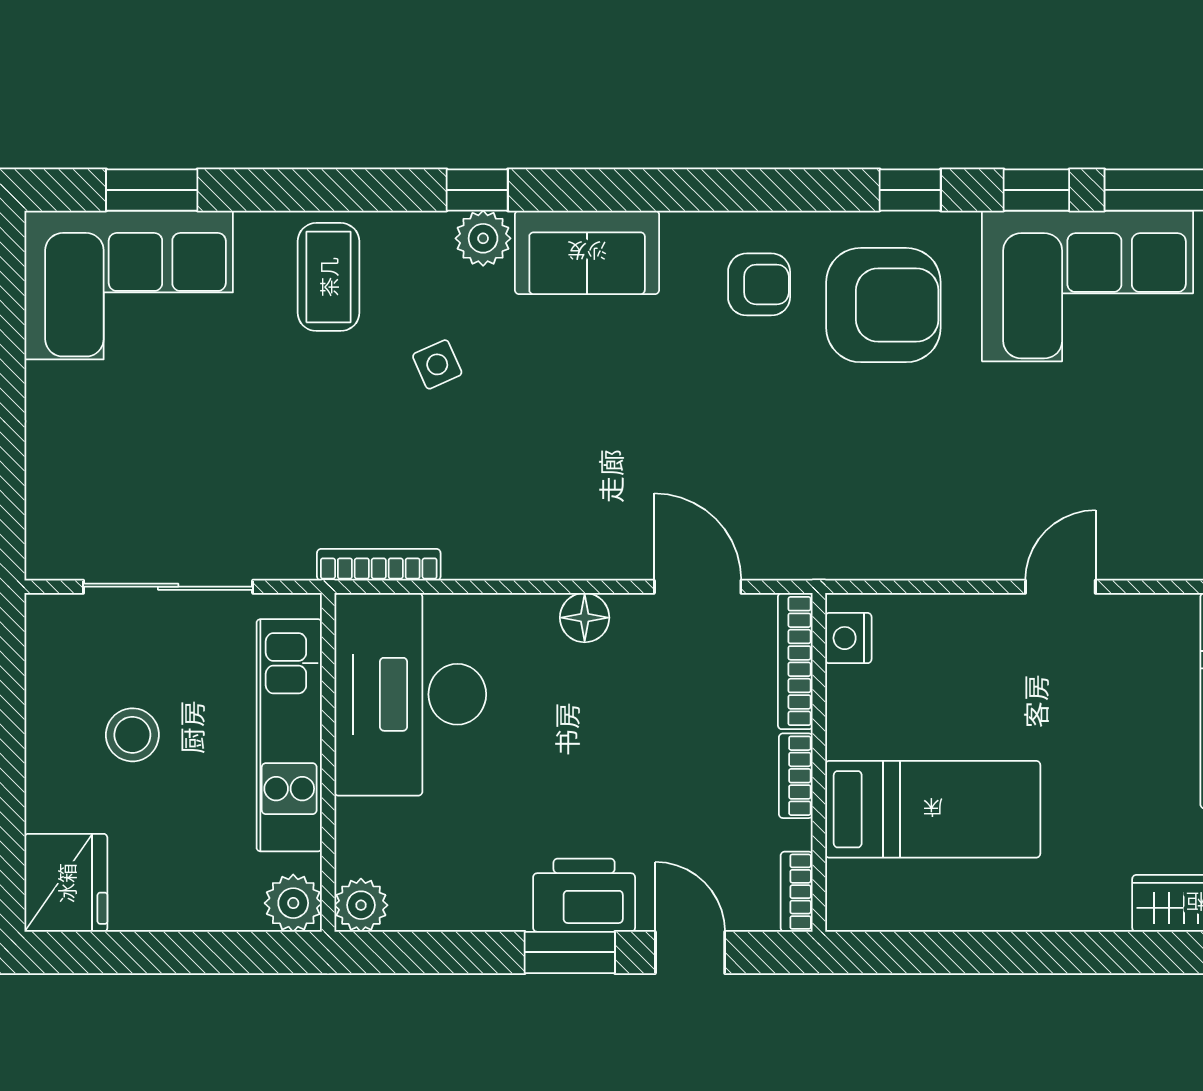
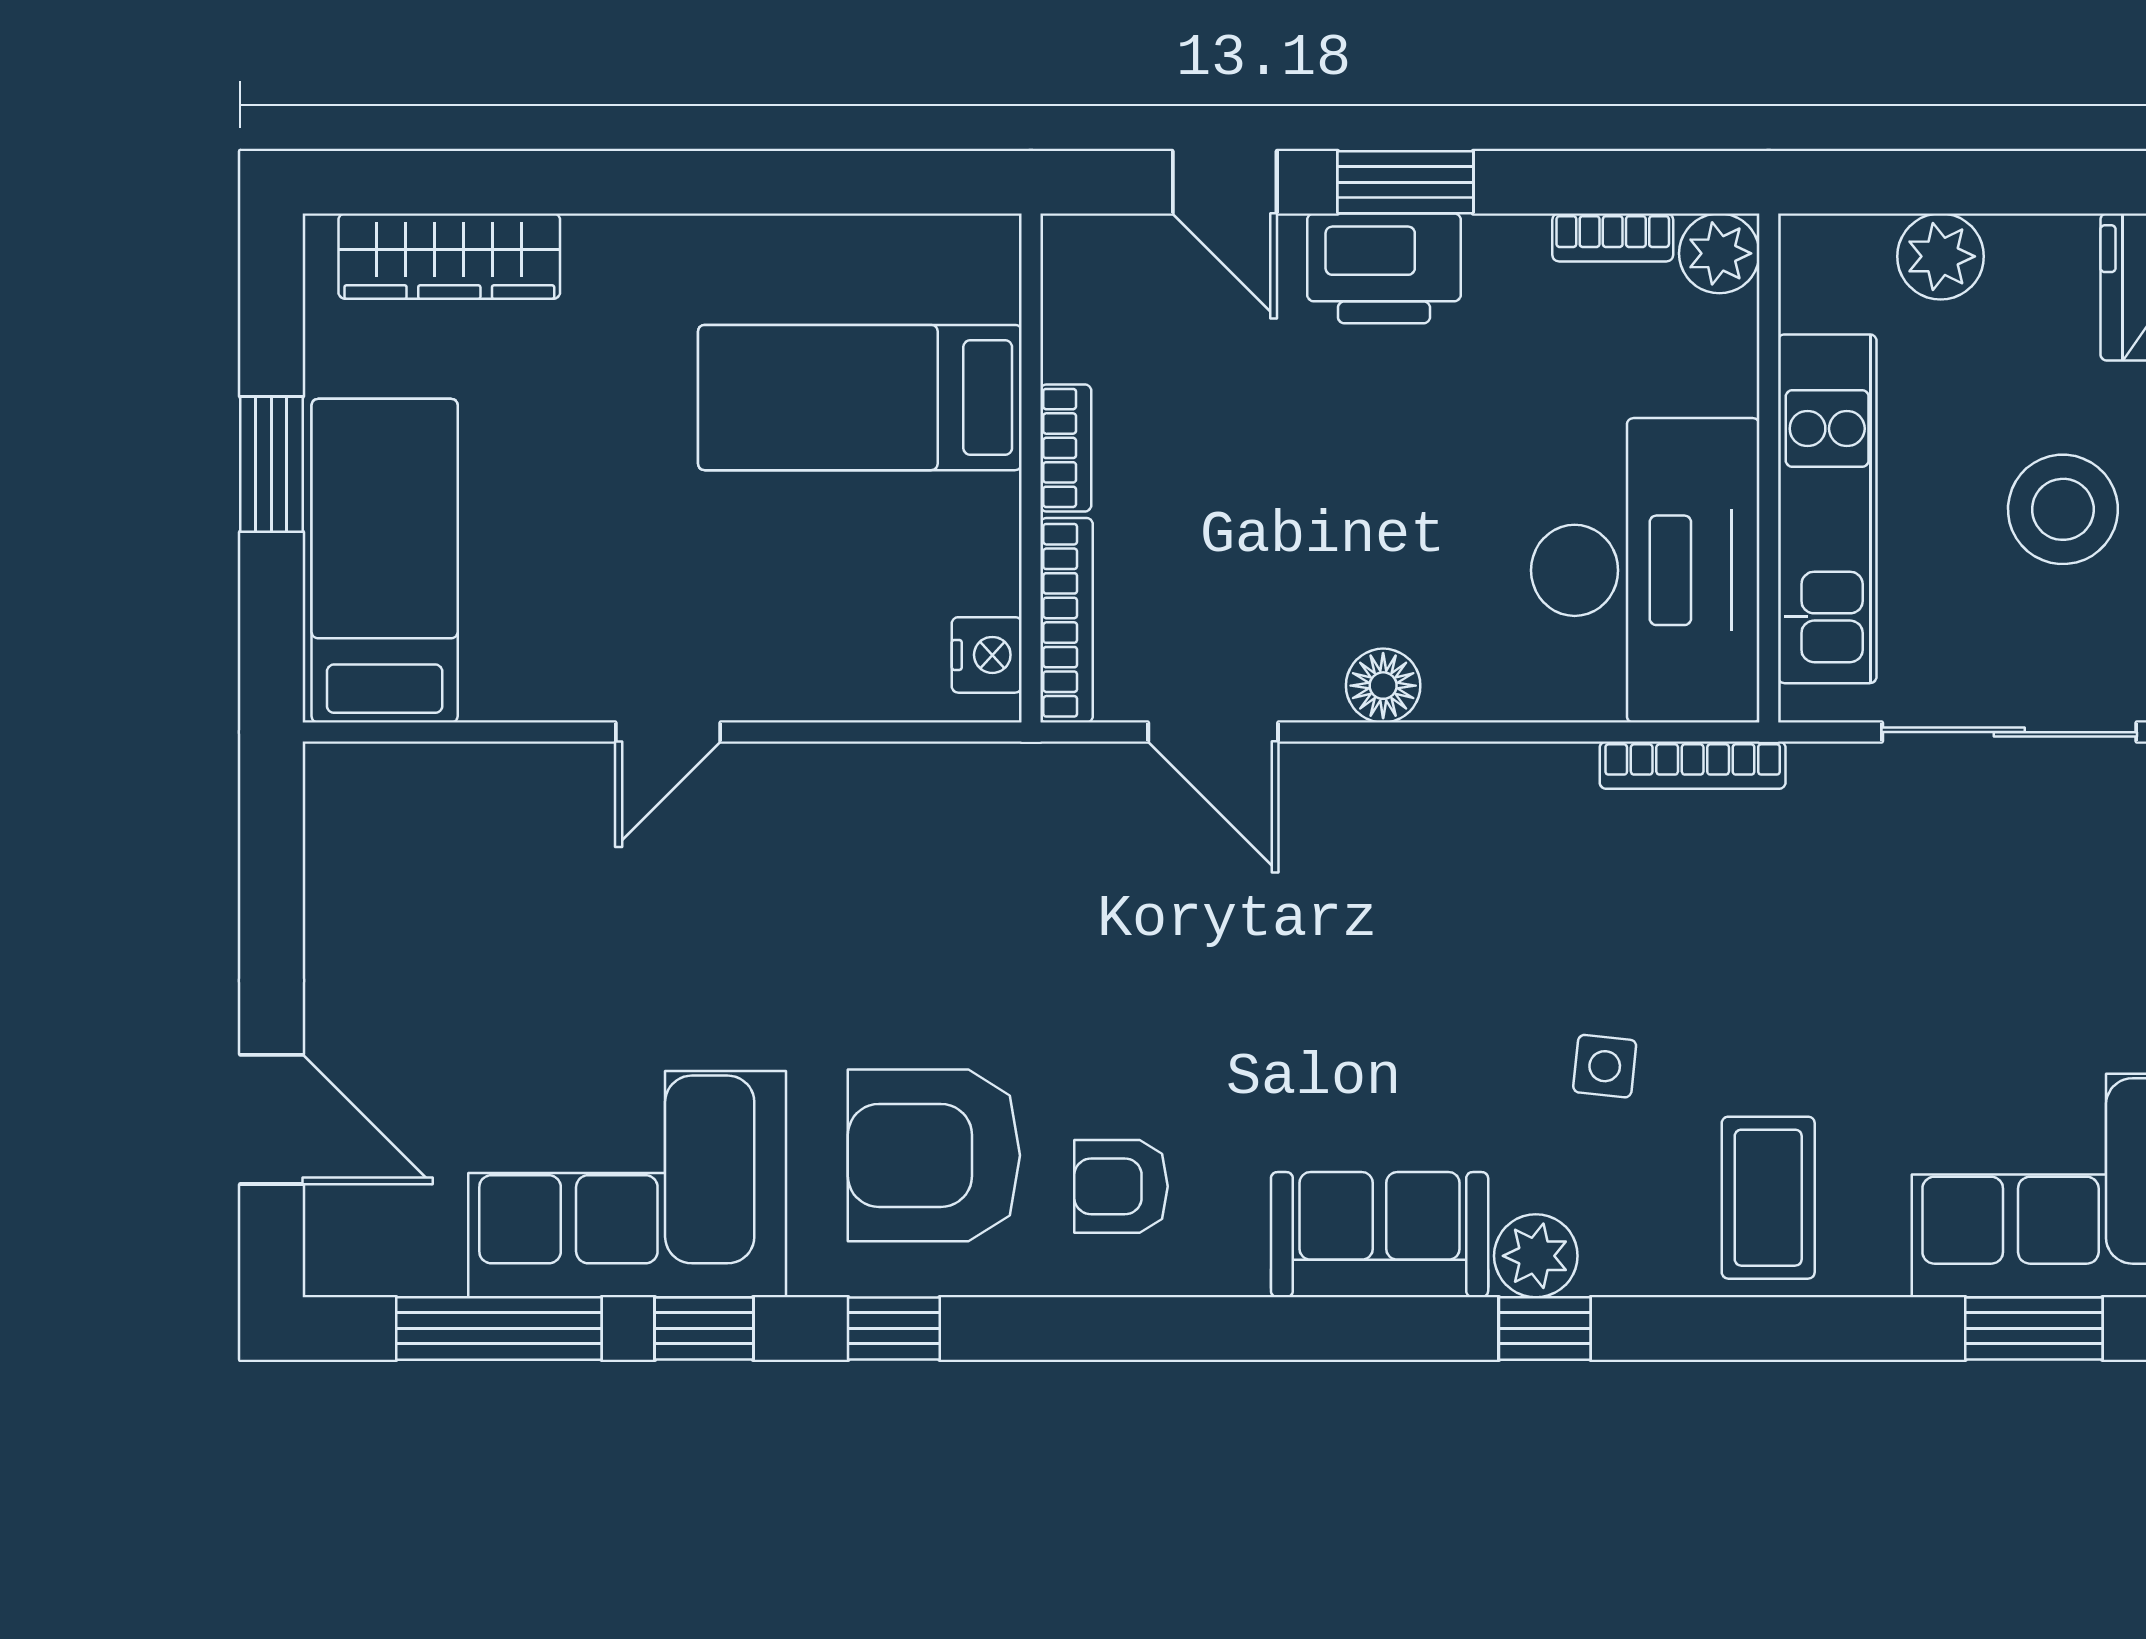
side table: (437, 364) -> (1605, 1066), turned 30
stool: (132, 735) -> (2063, 509), width x1.38, depth x1.38
bookcase: (797, 892) -> (1613, 237), moved, turned 90
plant: (293, 903) -> (1941, 256), moved

